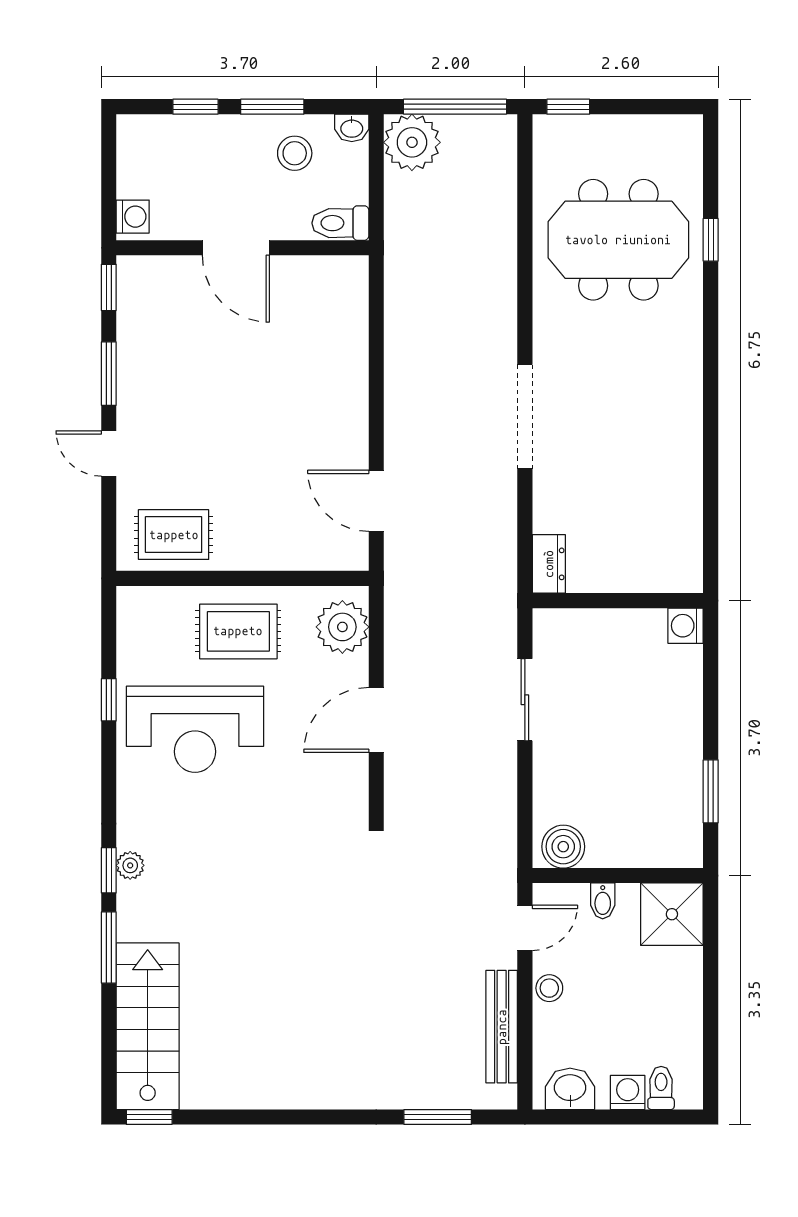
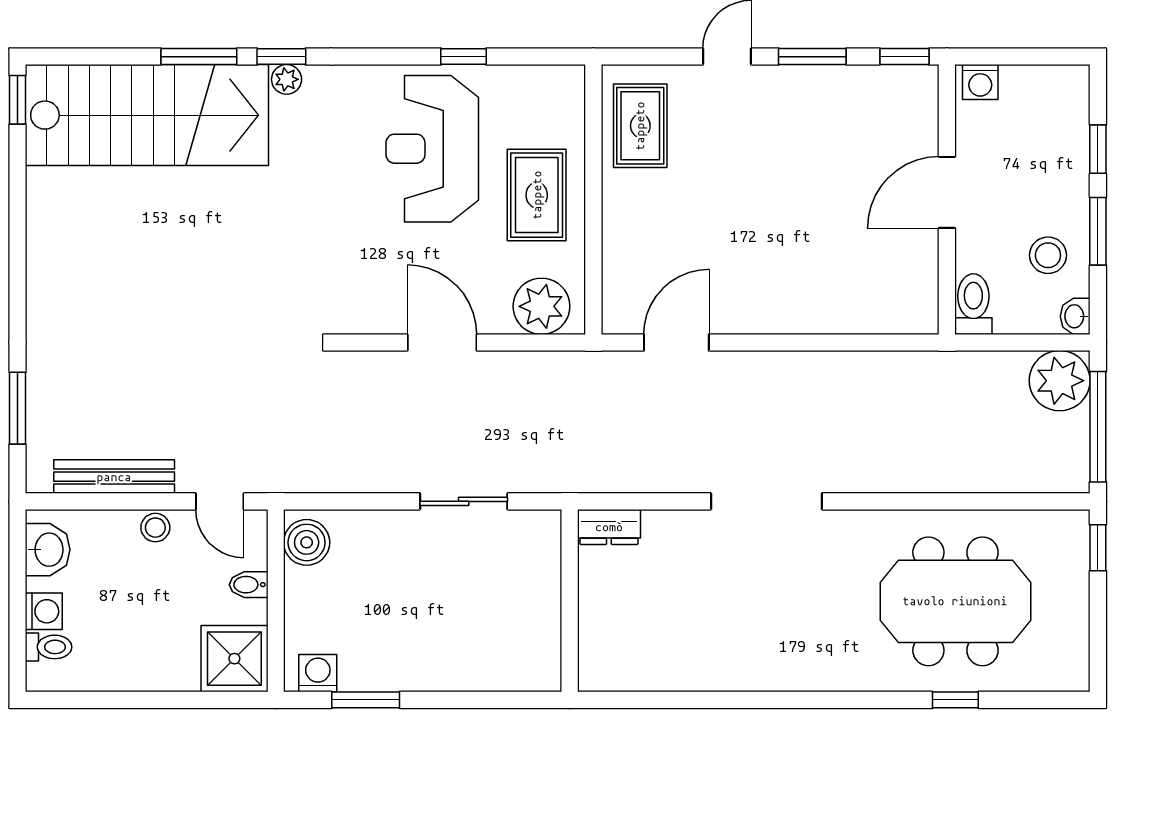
meeting table: (618, 240) -> (955, 601), turned 90
washing machine: (686, 626) -> (318, 673), moved
stairs: (148, 1026) -> (147, 115), width x1.36, depth x1.51

